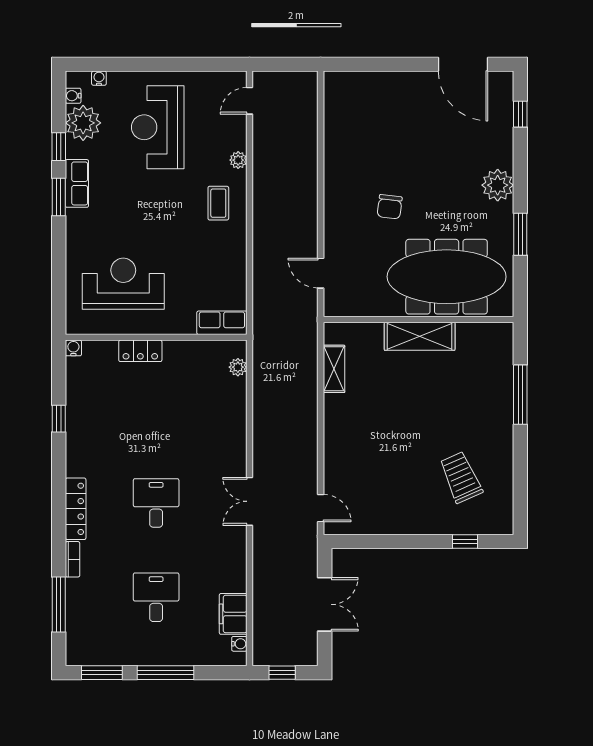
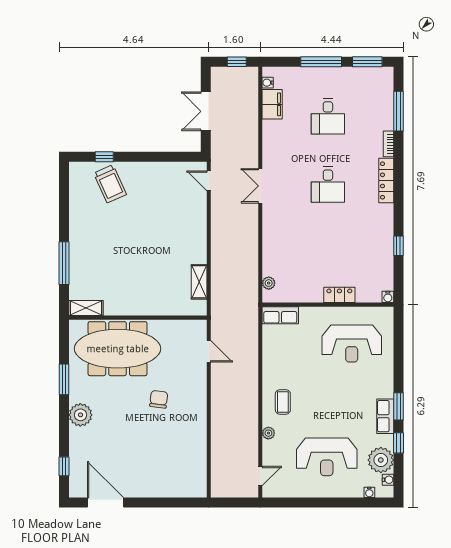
reception desk: (158, 127) -> (327, 457), turned 90
shelving: (420, 336) -> (86, 308), moved, width x0.67, depth x0.75
trolley: (461, 477) -> (110, 184), moved
double door: (249, 501) -> (260, 186), swing flipped

